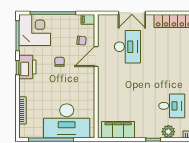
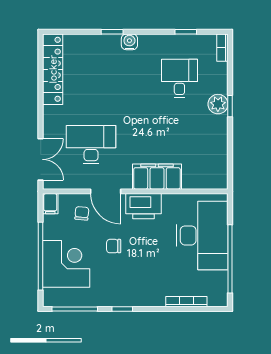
double door: (132, 13) -> (41, 159), moved
corner desk: (35, 30) -> (66, 264), moved, turned 90
printer: (27, 67) -> (144, 206), moved, turned 180
filing cabinet: (118, 130) -> (157, 177), moved, turned 90
plant: (168, 132) -> (218, 104), moved

